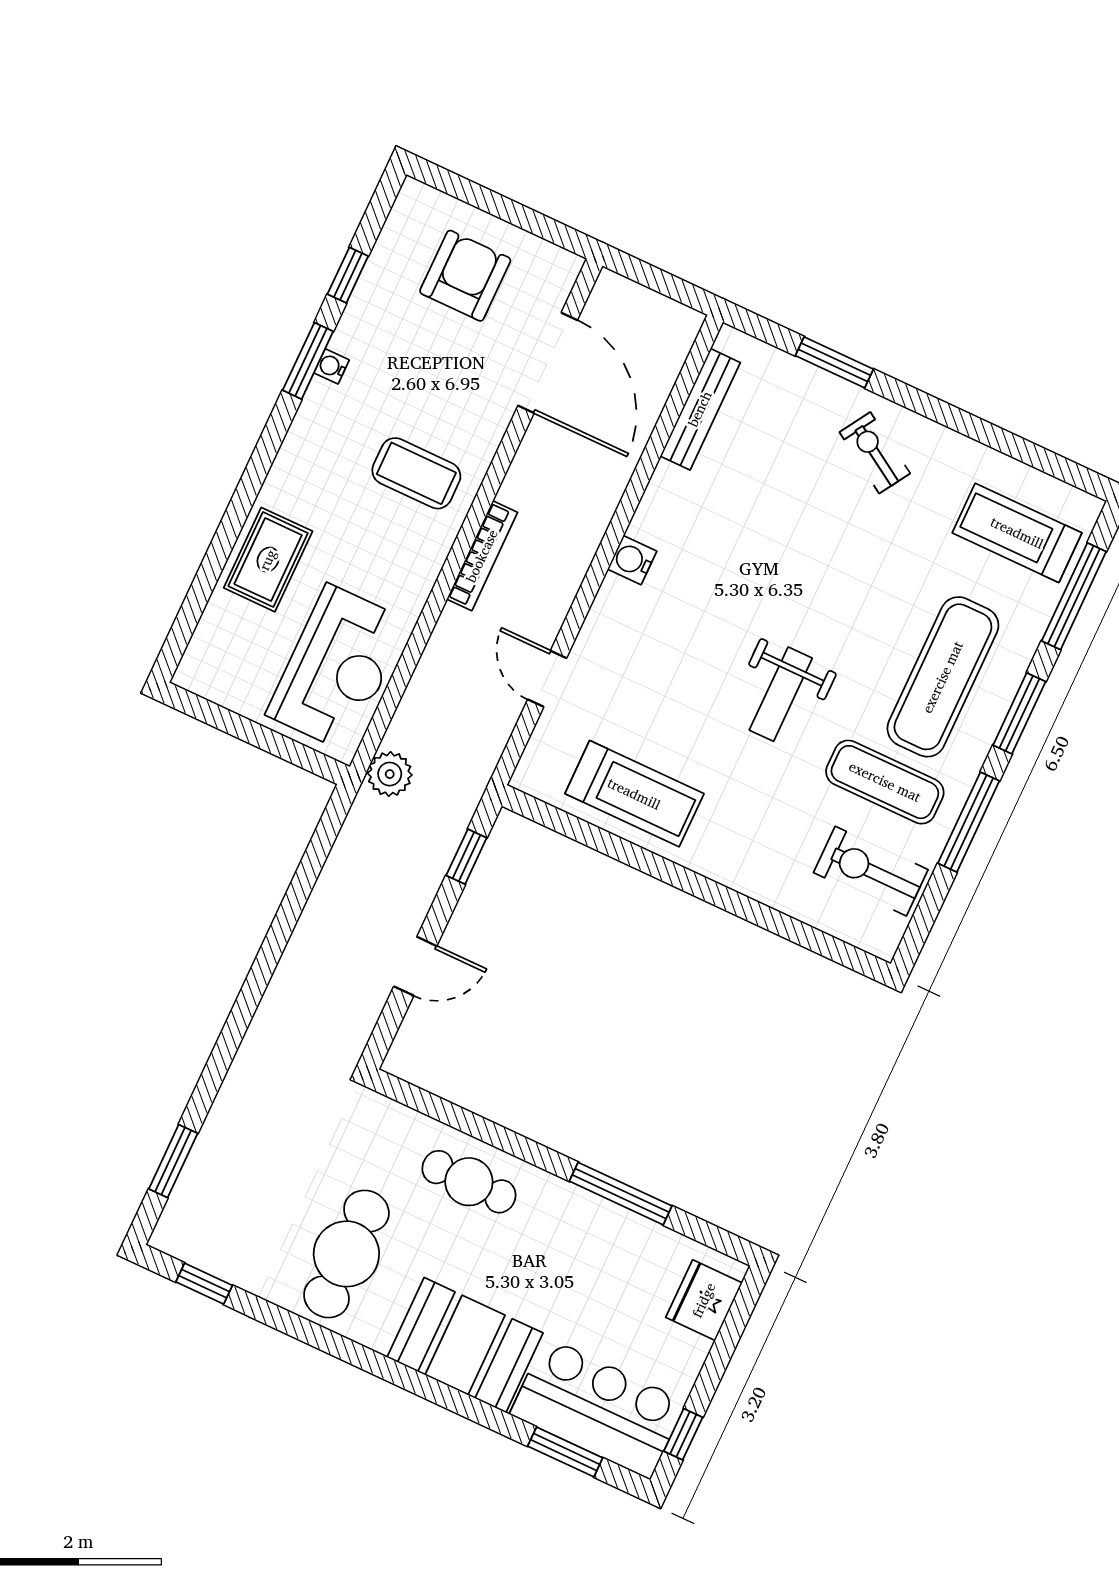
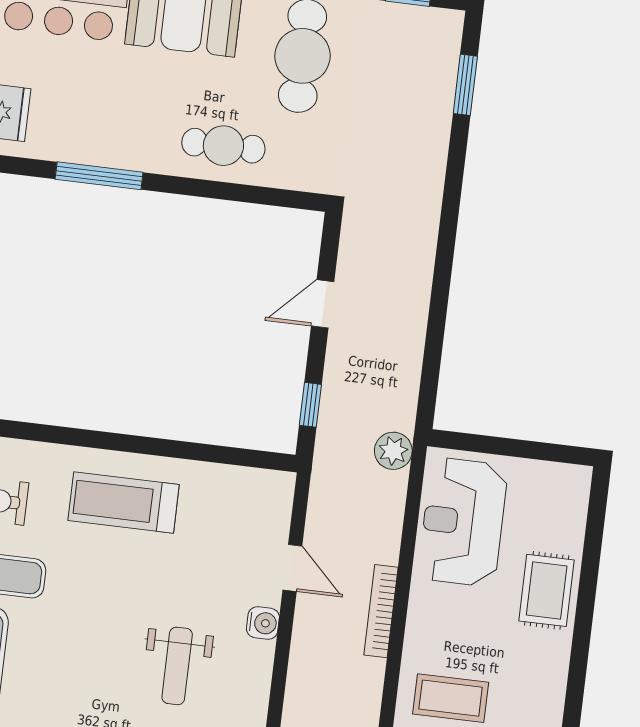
bookcase: (482, 556) -> (381, 611), moved
water cooler: (632, 560) -> (263, 623), moved
weight bench: (781, 694) -> (177, 666), moved, turned 180
treadmill: (634, 794) -> (124, 503), moved

